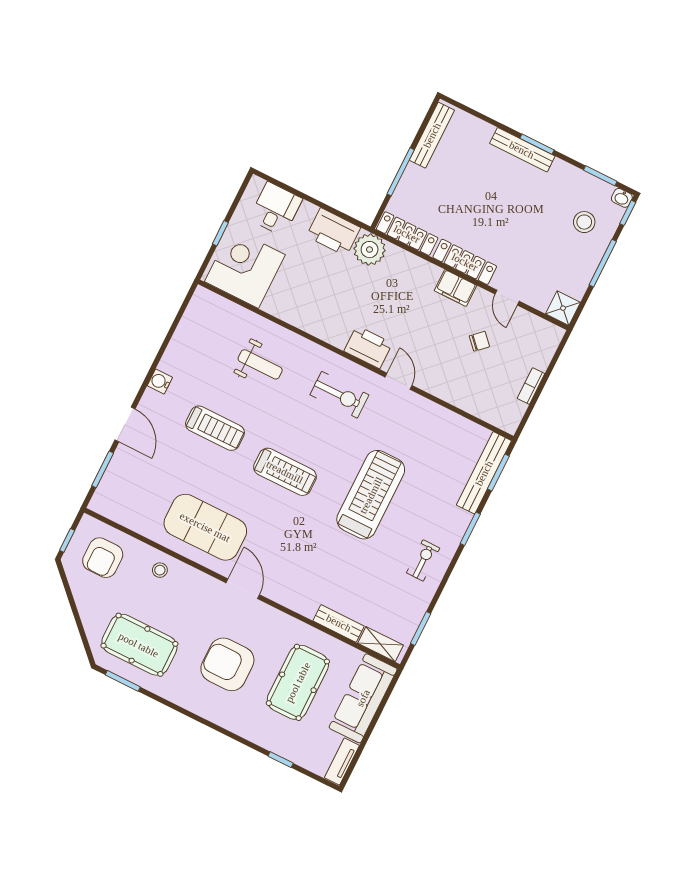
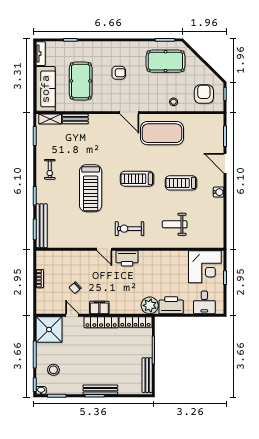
shower: (563, 308) -> (49, 330), width x1.86, depth x1.86
armchair: (227, 664) -> (119, 73), width x0.53, depth x0.53

